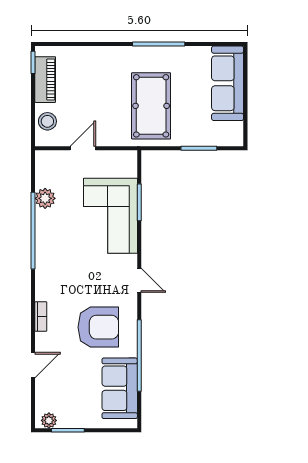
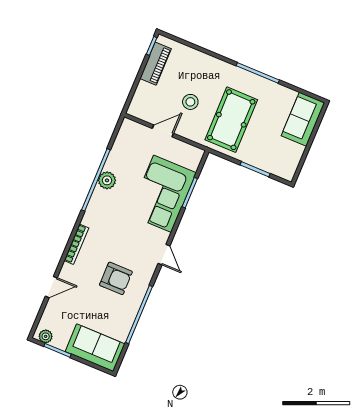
sofa: (228, 83) -> (303, 119), width x0.73
stool: (47, 121) -> (190, 102), moved
plant: (45, 198) -> (107, 180), moved
bookcase: (41, 316) -> (76, 244), width x1.56
armchair: (98, 327) -> (116, 278), width x0.73, depth x0.73
sofa: (120, 388) -> (95, 348), moved, turned 90

